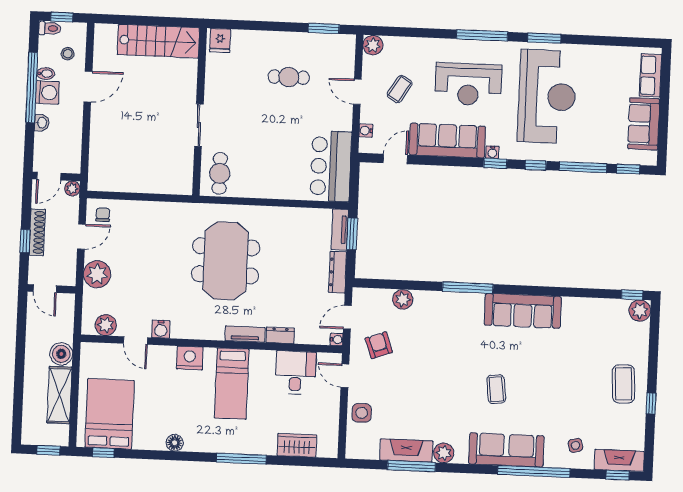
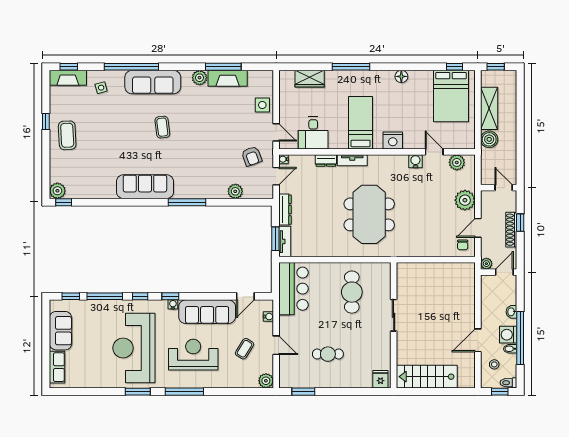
cafe table: (220, 173) -> (352, 292), moved, width x1.37, depth x1.35

